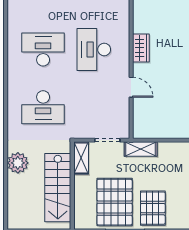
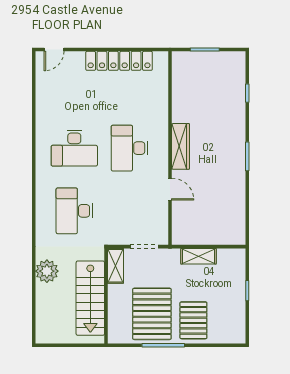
wardrobe: (141, 48) -> (181, 146), width x1.50
desk: (43, 49) -> (74, 148), turned 180
desk: (43, 107) -> (74, 211), turned 90
shelving: (141, 149) -> (199, 256), moved

